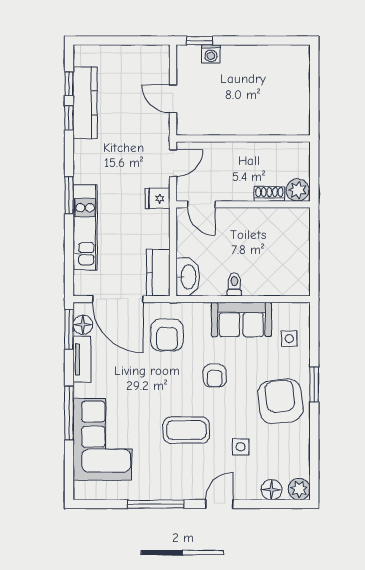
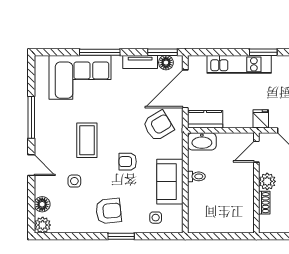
plant: (298, 190) -> (267, 181), moved
armchair: (167, 335) -> (158, 126), turned 149
armchair: (280, 401) -> (109, 211), width x0.73, depth x0.73

